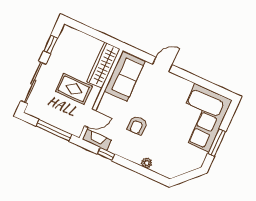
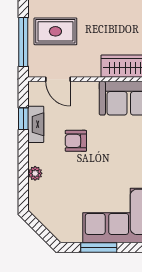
rug: (74, 89) -> (55, 31), moved, turned 90
fireplace: (97, 140) -> (36, 124), moved

